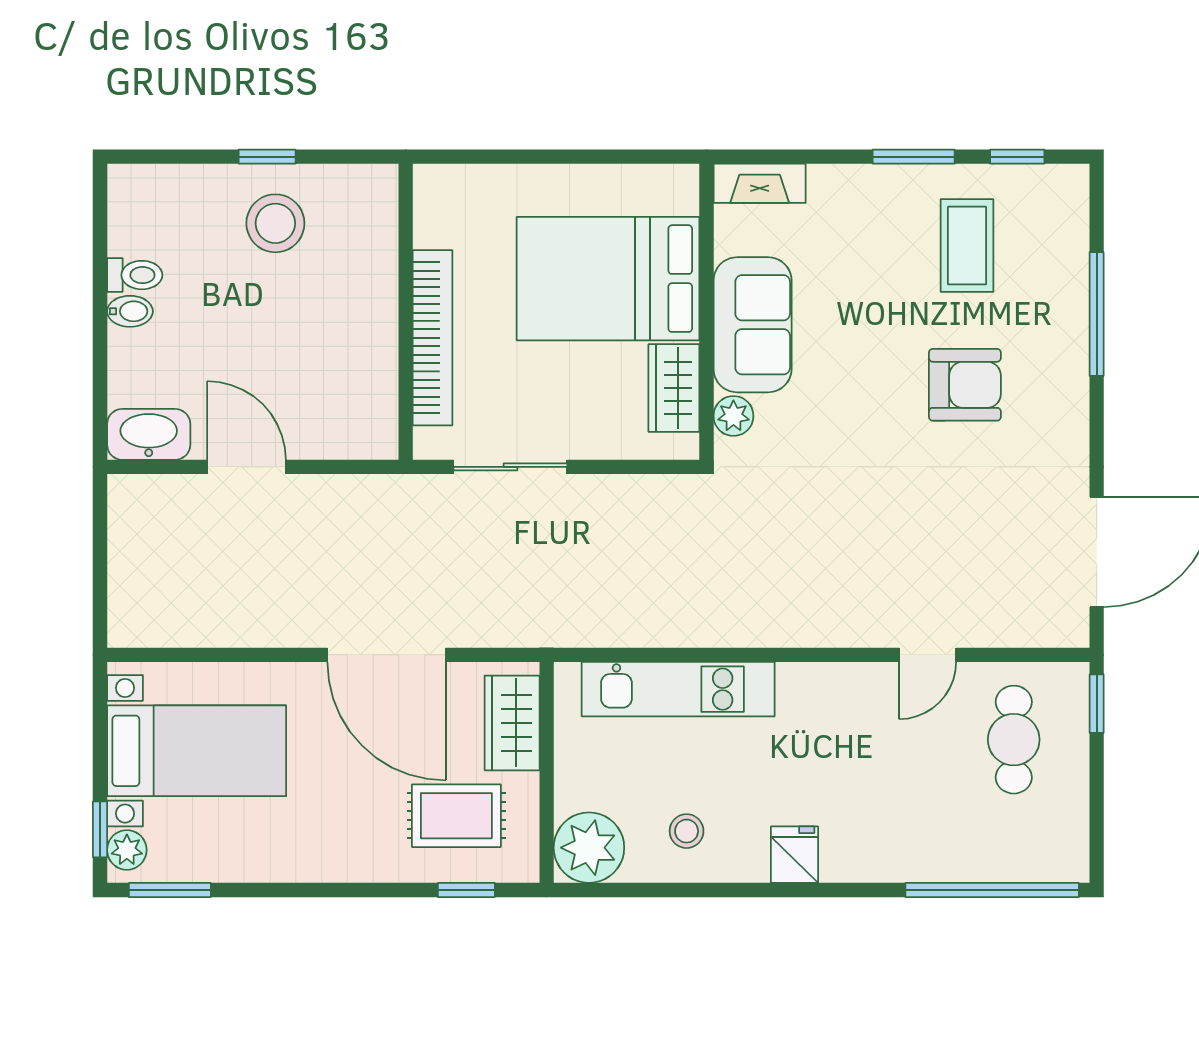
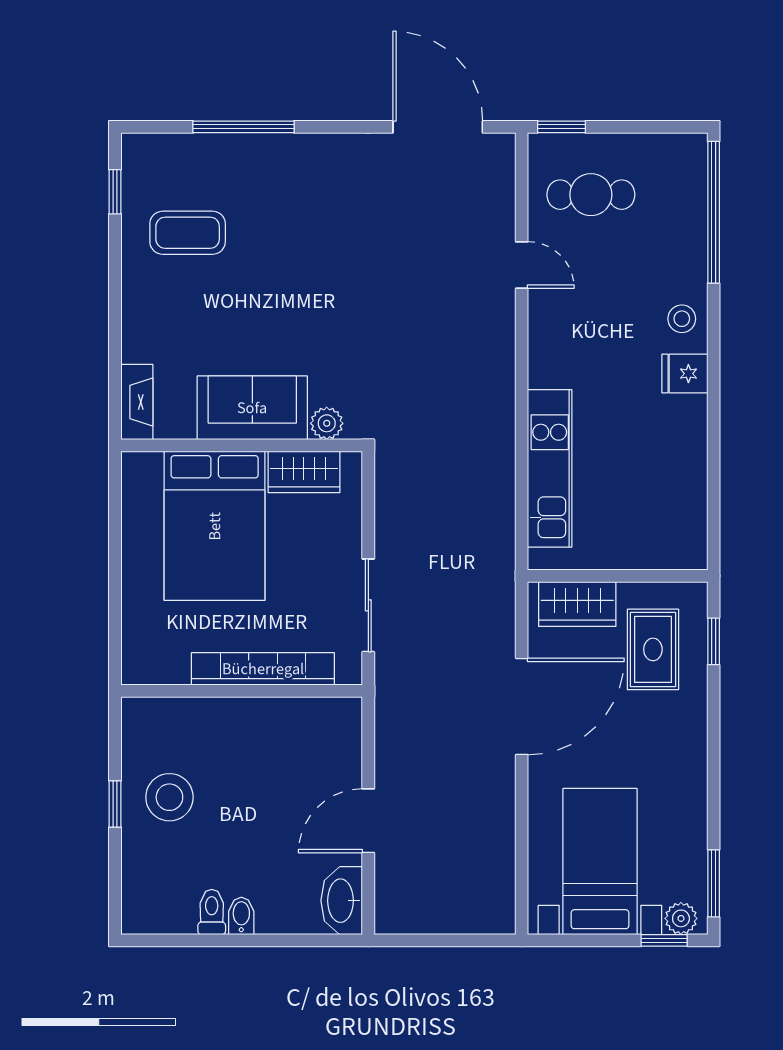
window: (914, 157) -> (115, 276), removed
armchair: (965, 385) -> (301, 234), removed
stool: (687, 831) -> (682, 319), moved
plant: (589, 848) -> (679, 541), removed

